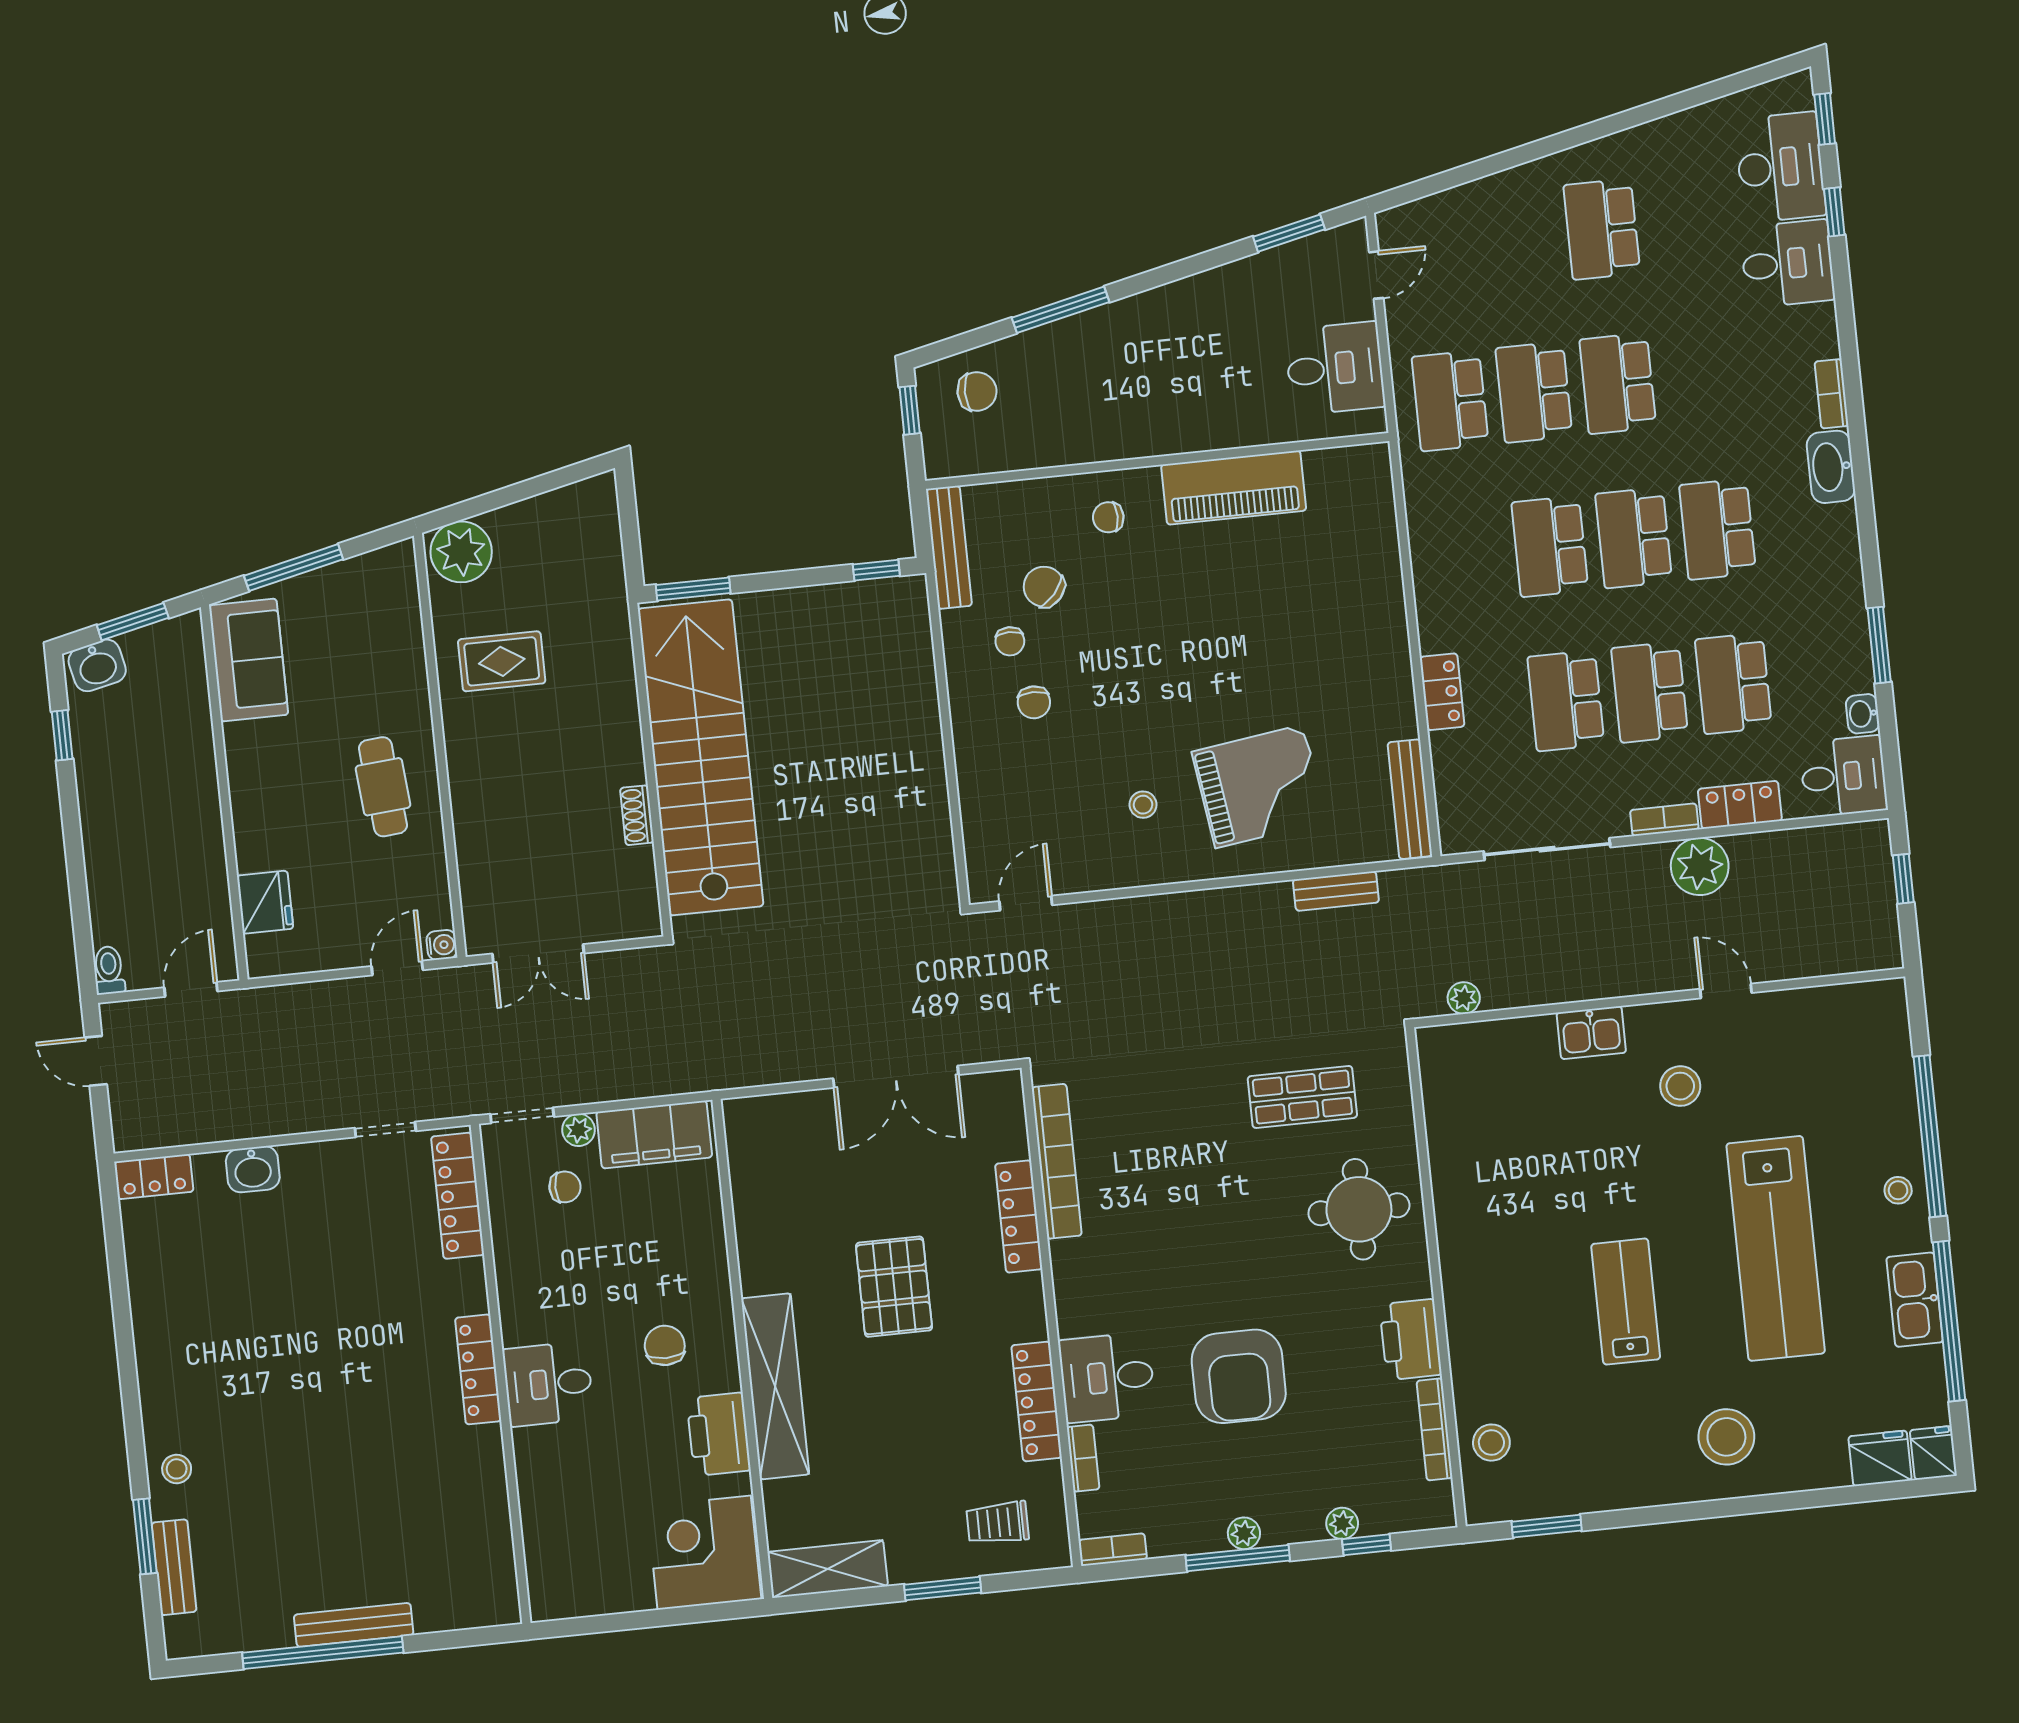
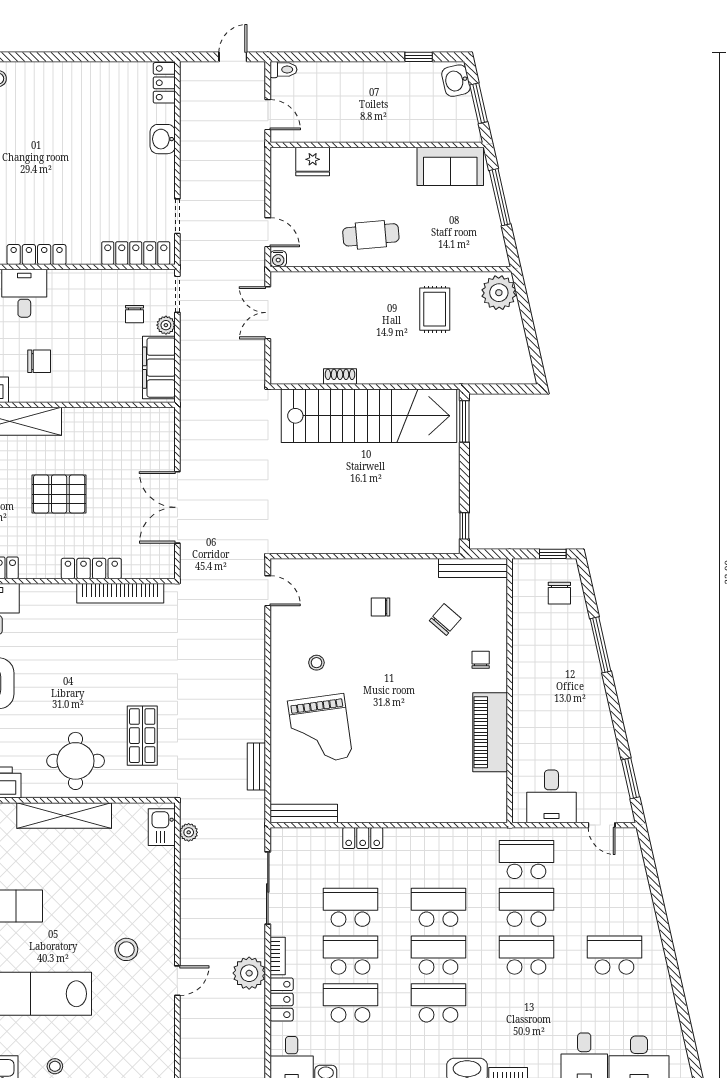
chair: (1010, 641) -> (416, 597), removed
kitchen sink: (1591, 1033) -> (162, 827), moved
shelving: (1457, 1219) -> (64, 815), added

